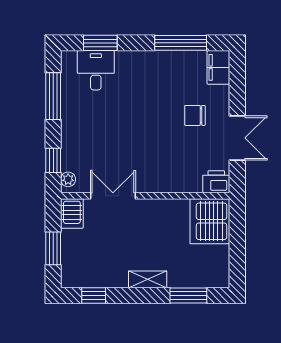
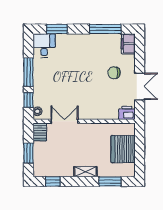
desk: (96, 70) -> (44, 46), moved
window: (53, 96) -> (28, 72), moved
server rack: (210, 221) -> (123, 149), moved

